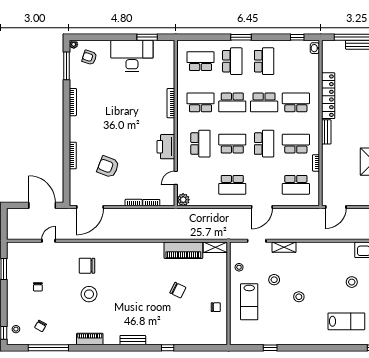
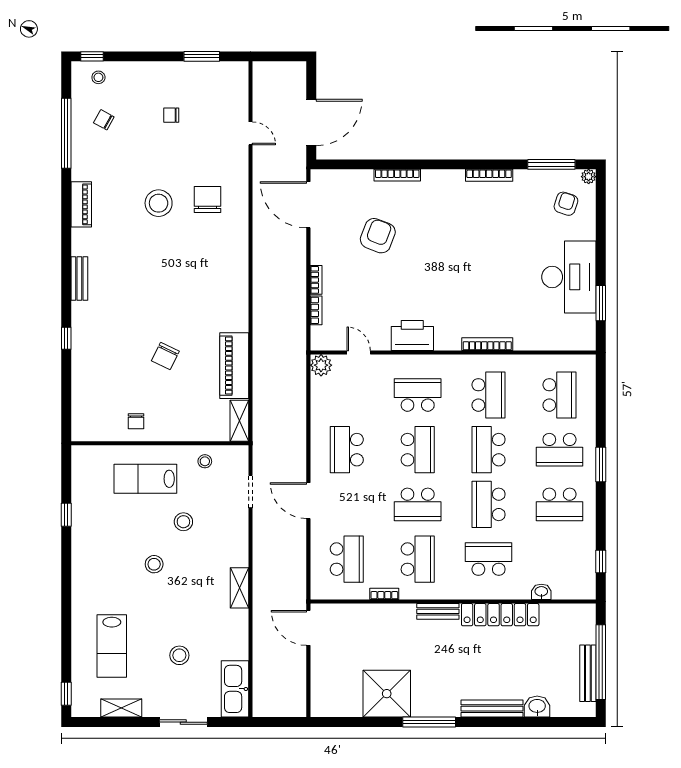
washbasin: (315, 48) -> (541, 592), moved
school desk: (296, 102) -> (489, 559), turned -90
school desk: (200, 144) -> (418, 395), turned 180
school desk: (296, 185) -> (347, 559), turned 180
shelving: (284, 247) -> (239, 588), moved

